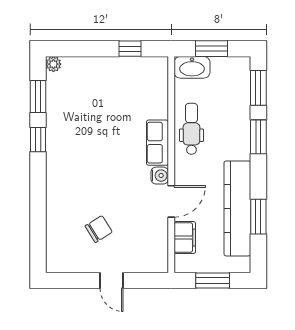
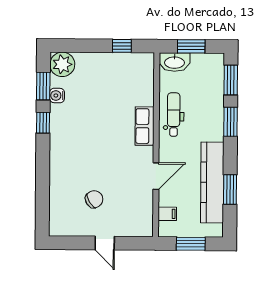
plant: (53, 64) -> (62, 64), width x1.87, depth x1.87
water cooler: (160, 176) -> (57, 96), moved, turned 180
filing cabinet: (185, 238) -> (167, 214), width x0.50

